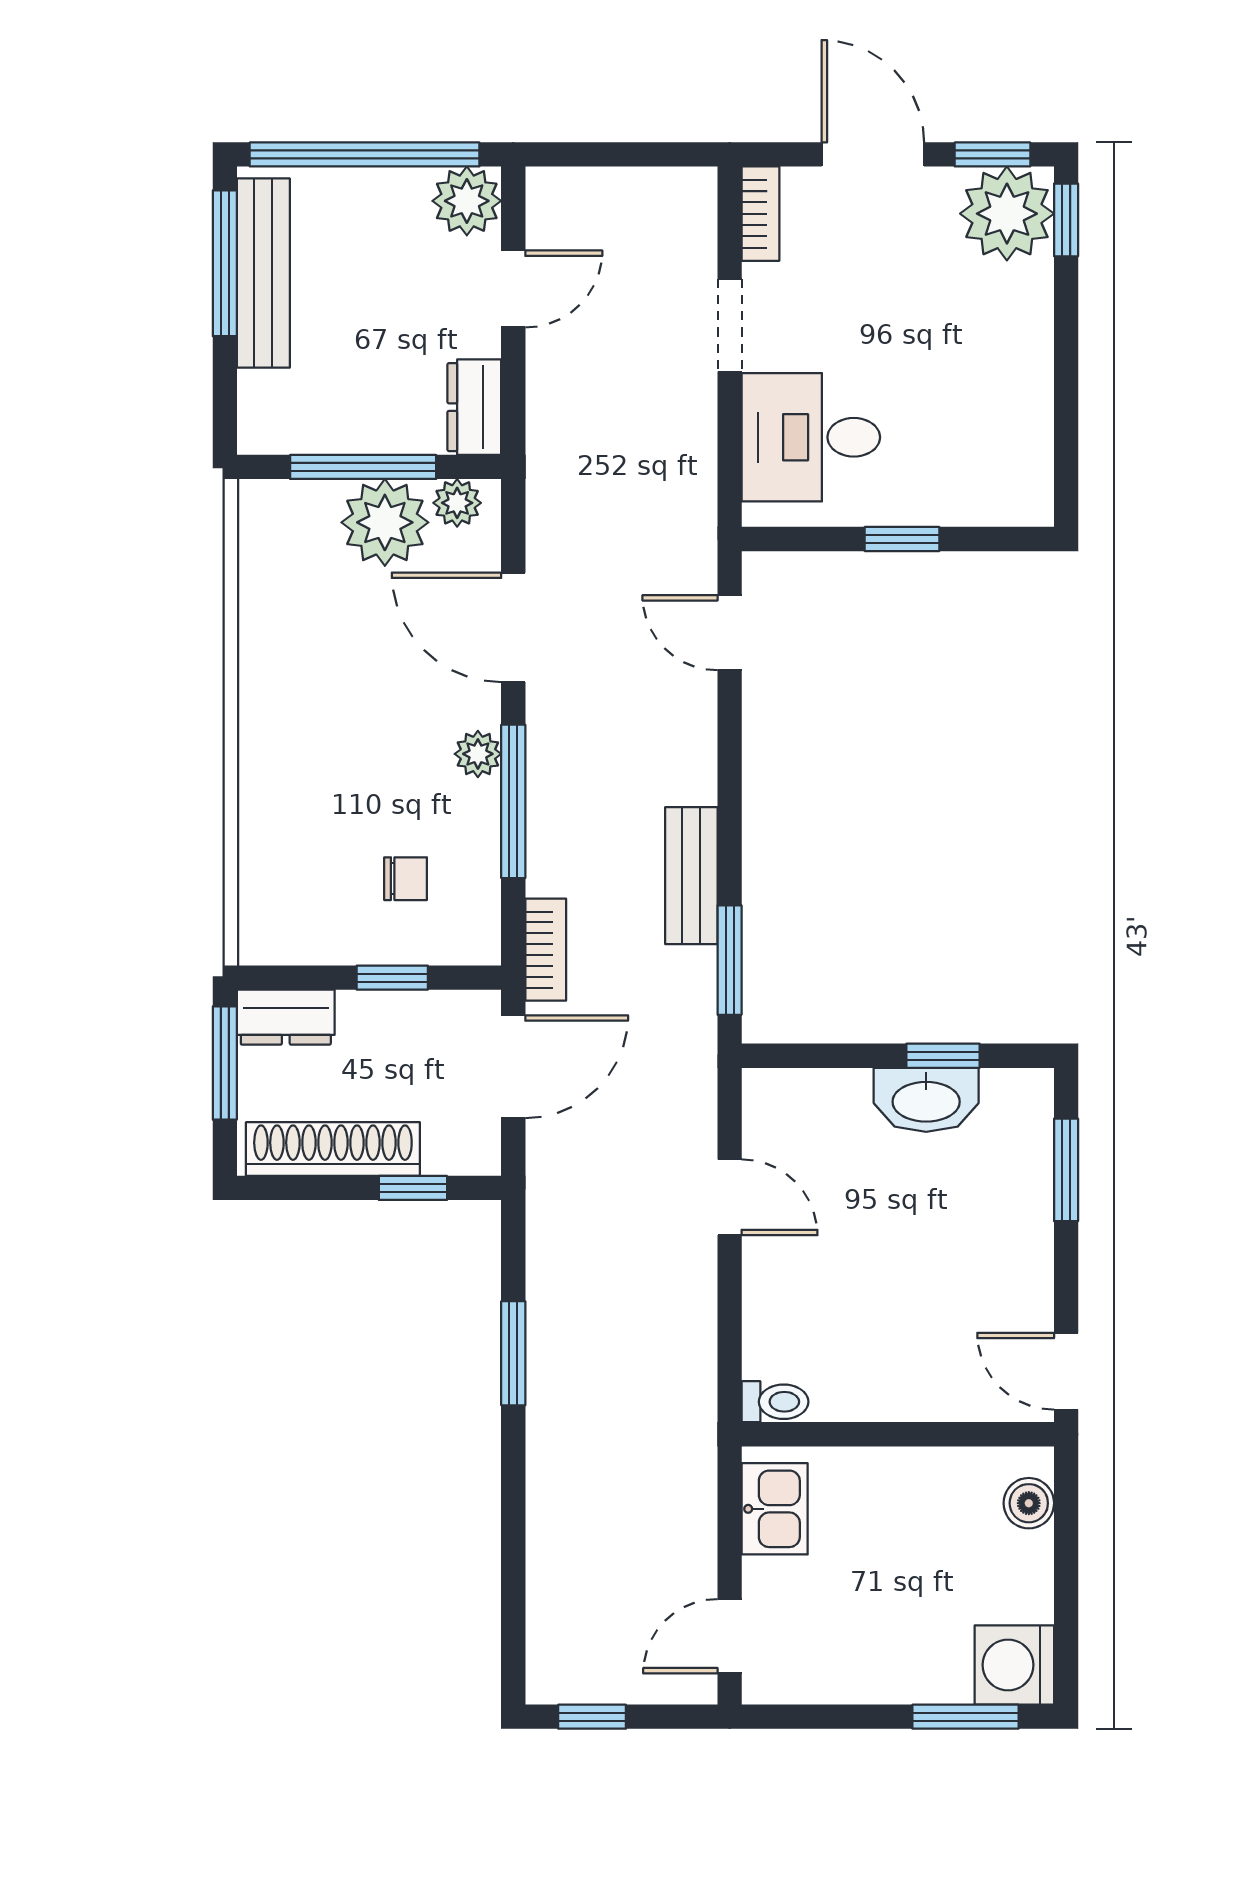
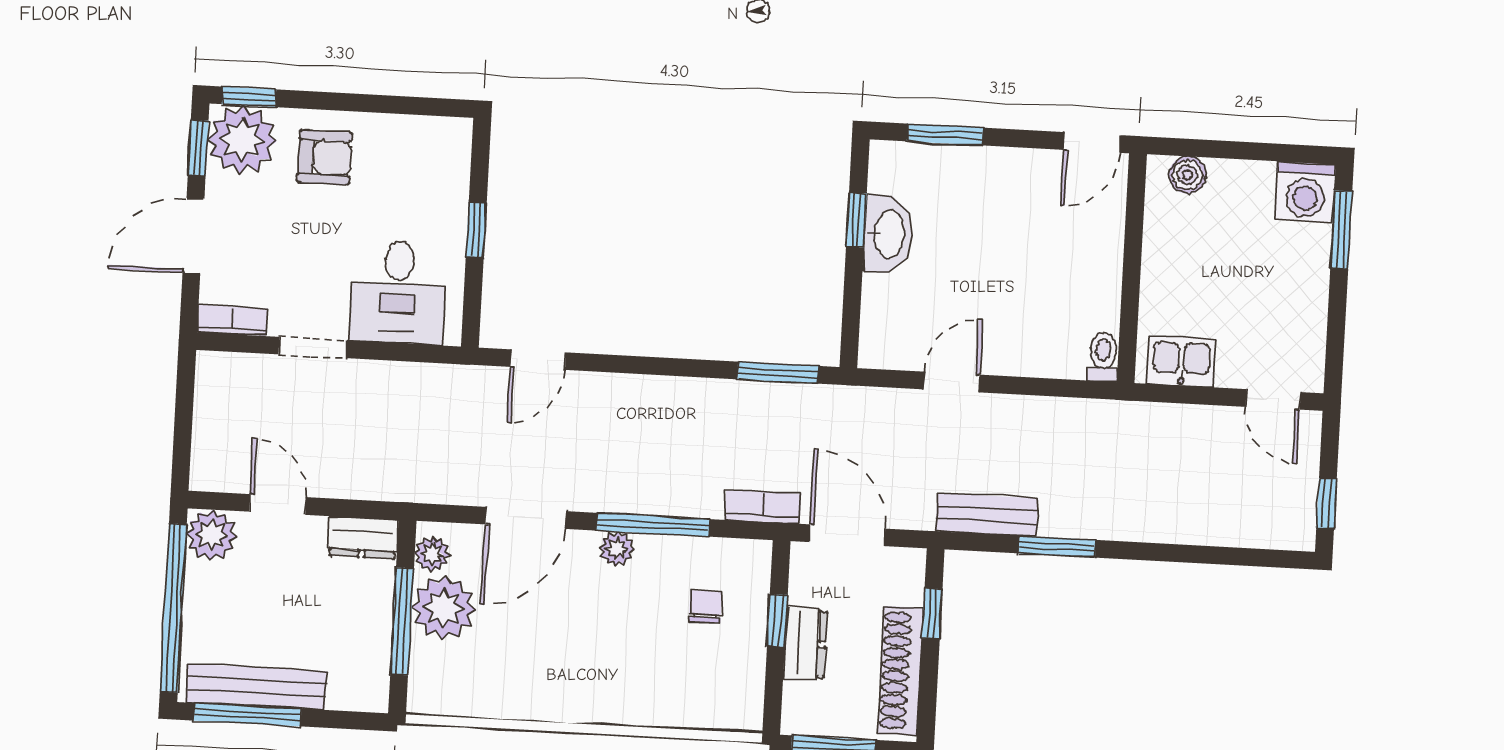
armchair: (989, 327) -> (325, 157), added
bench: (691, 876) -> (987, 515), moved
dresser: (286, 1017) -> (805, 643), moved

